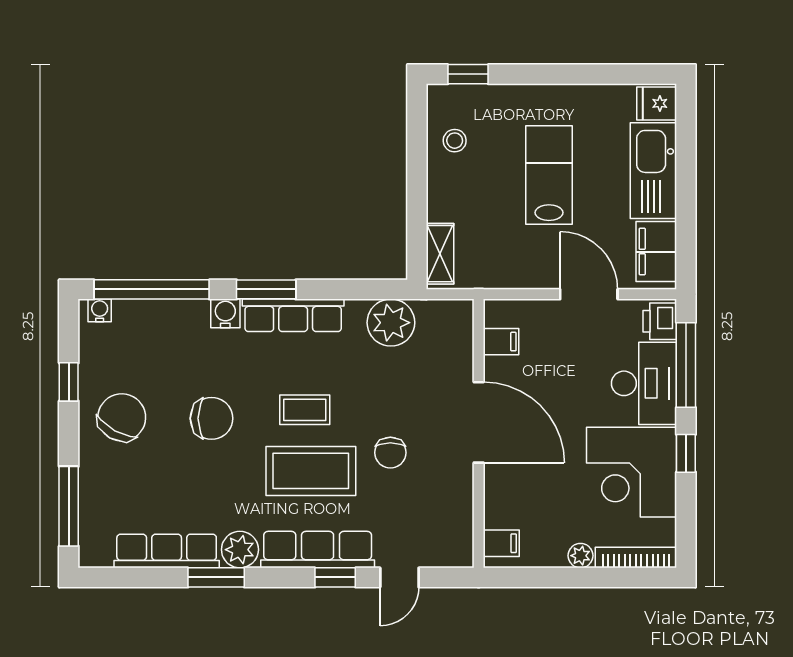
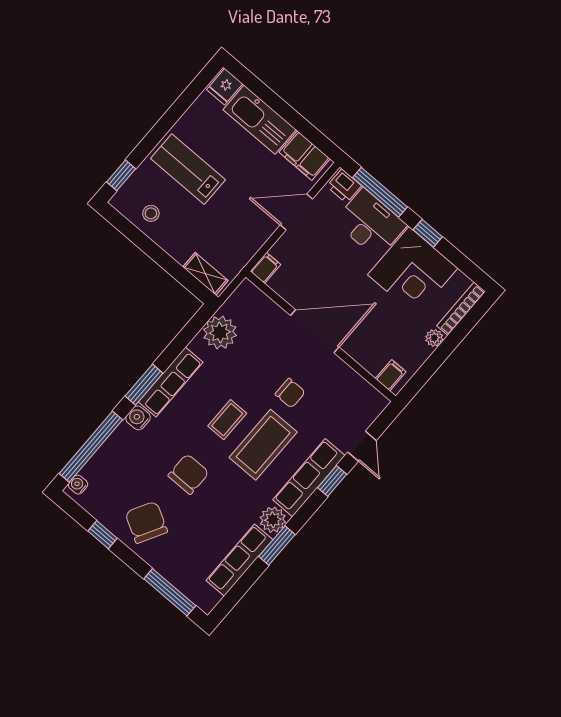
lab bench: (549, 175) -> (188, 169), moved
filing cabinet: (501, 342) -> (265, 268), moved

